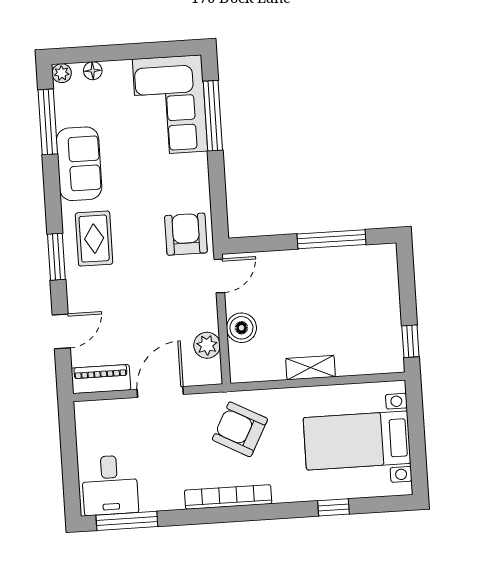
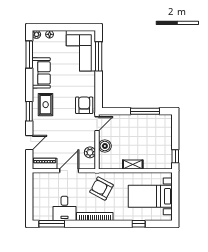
desk: (110, 485) -> (64, 208), moved

